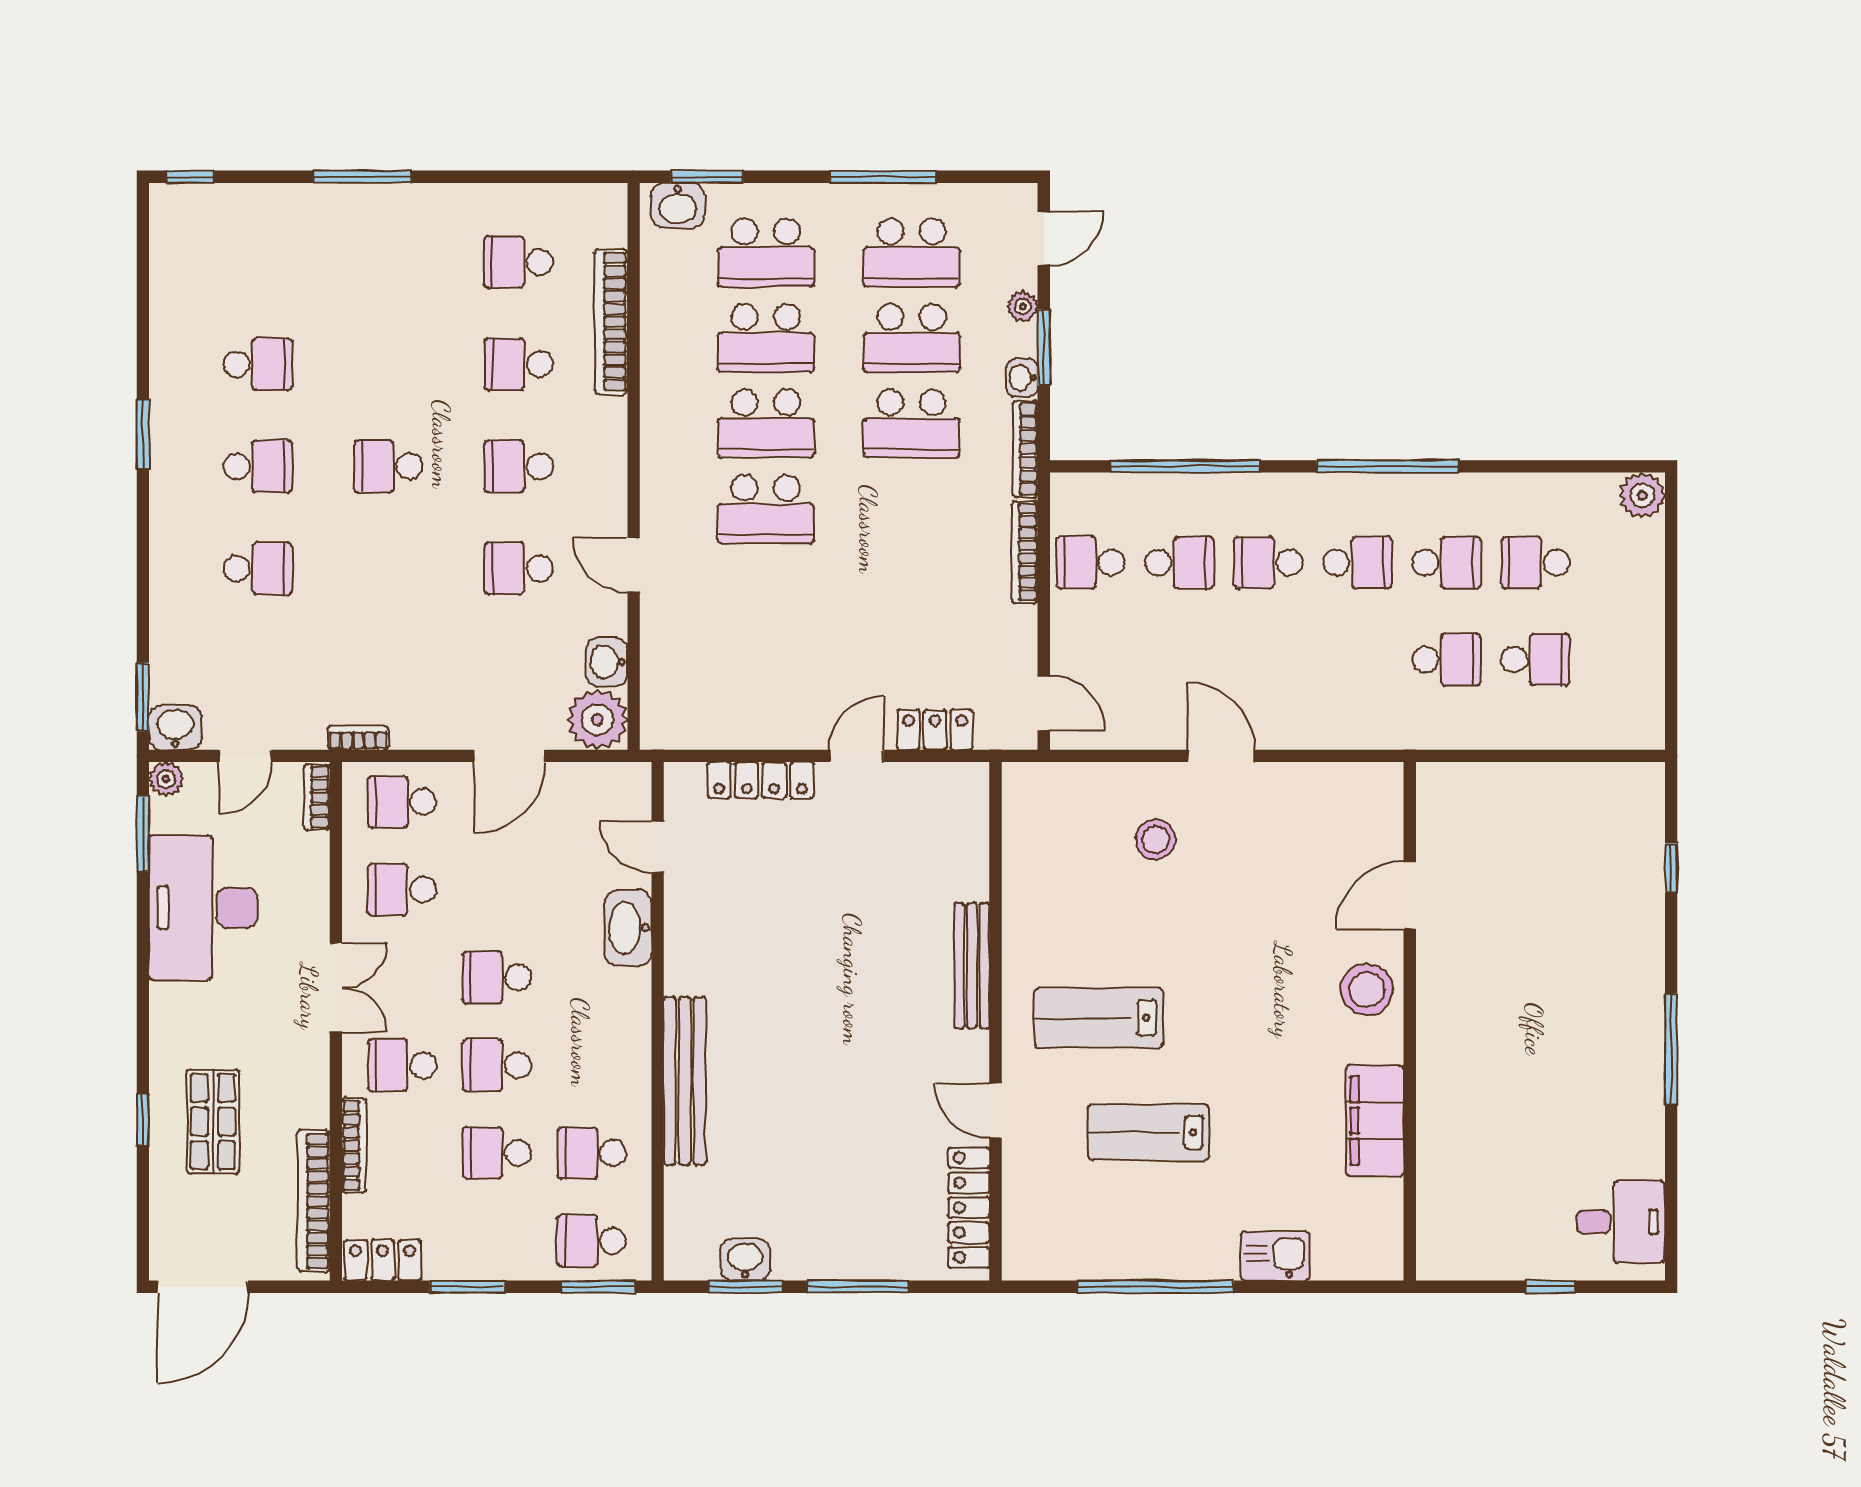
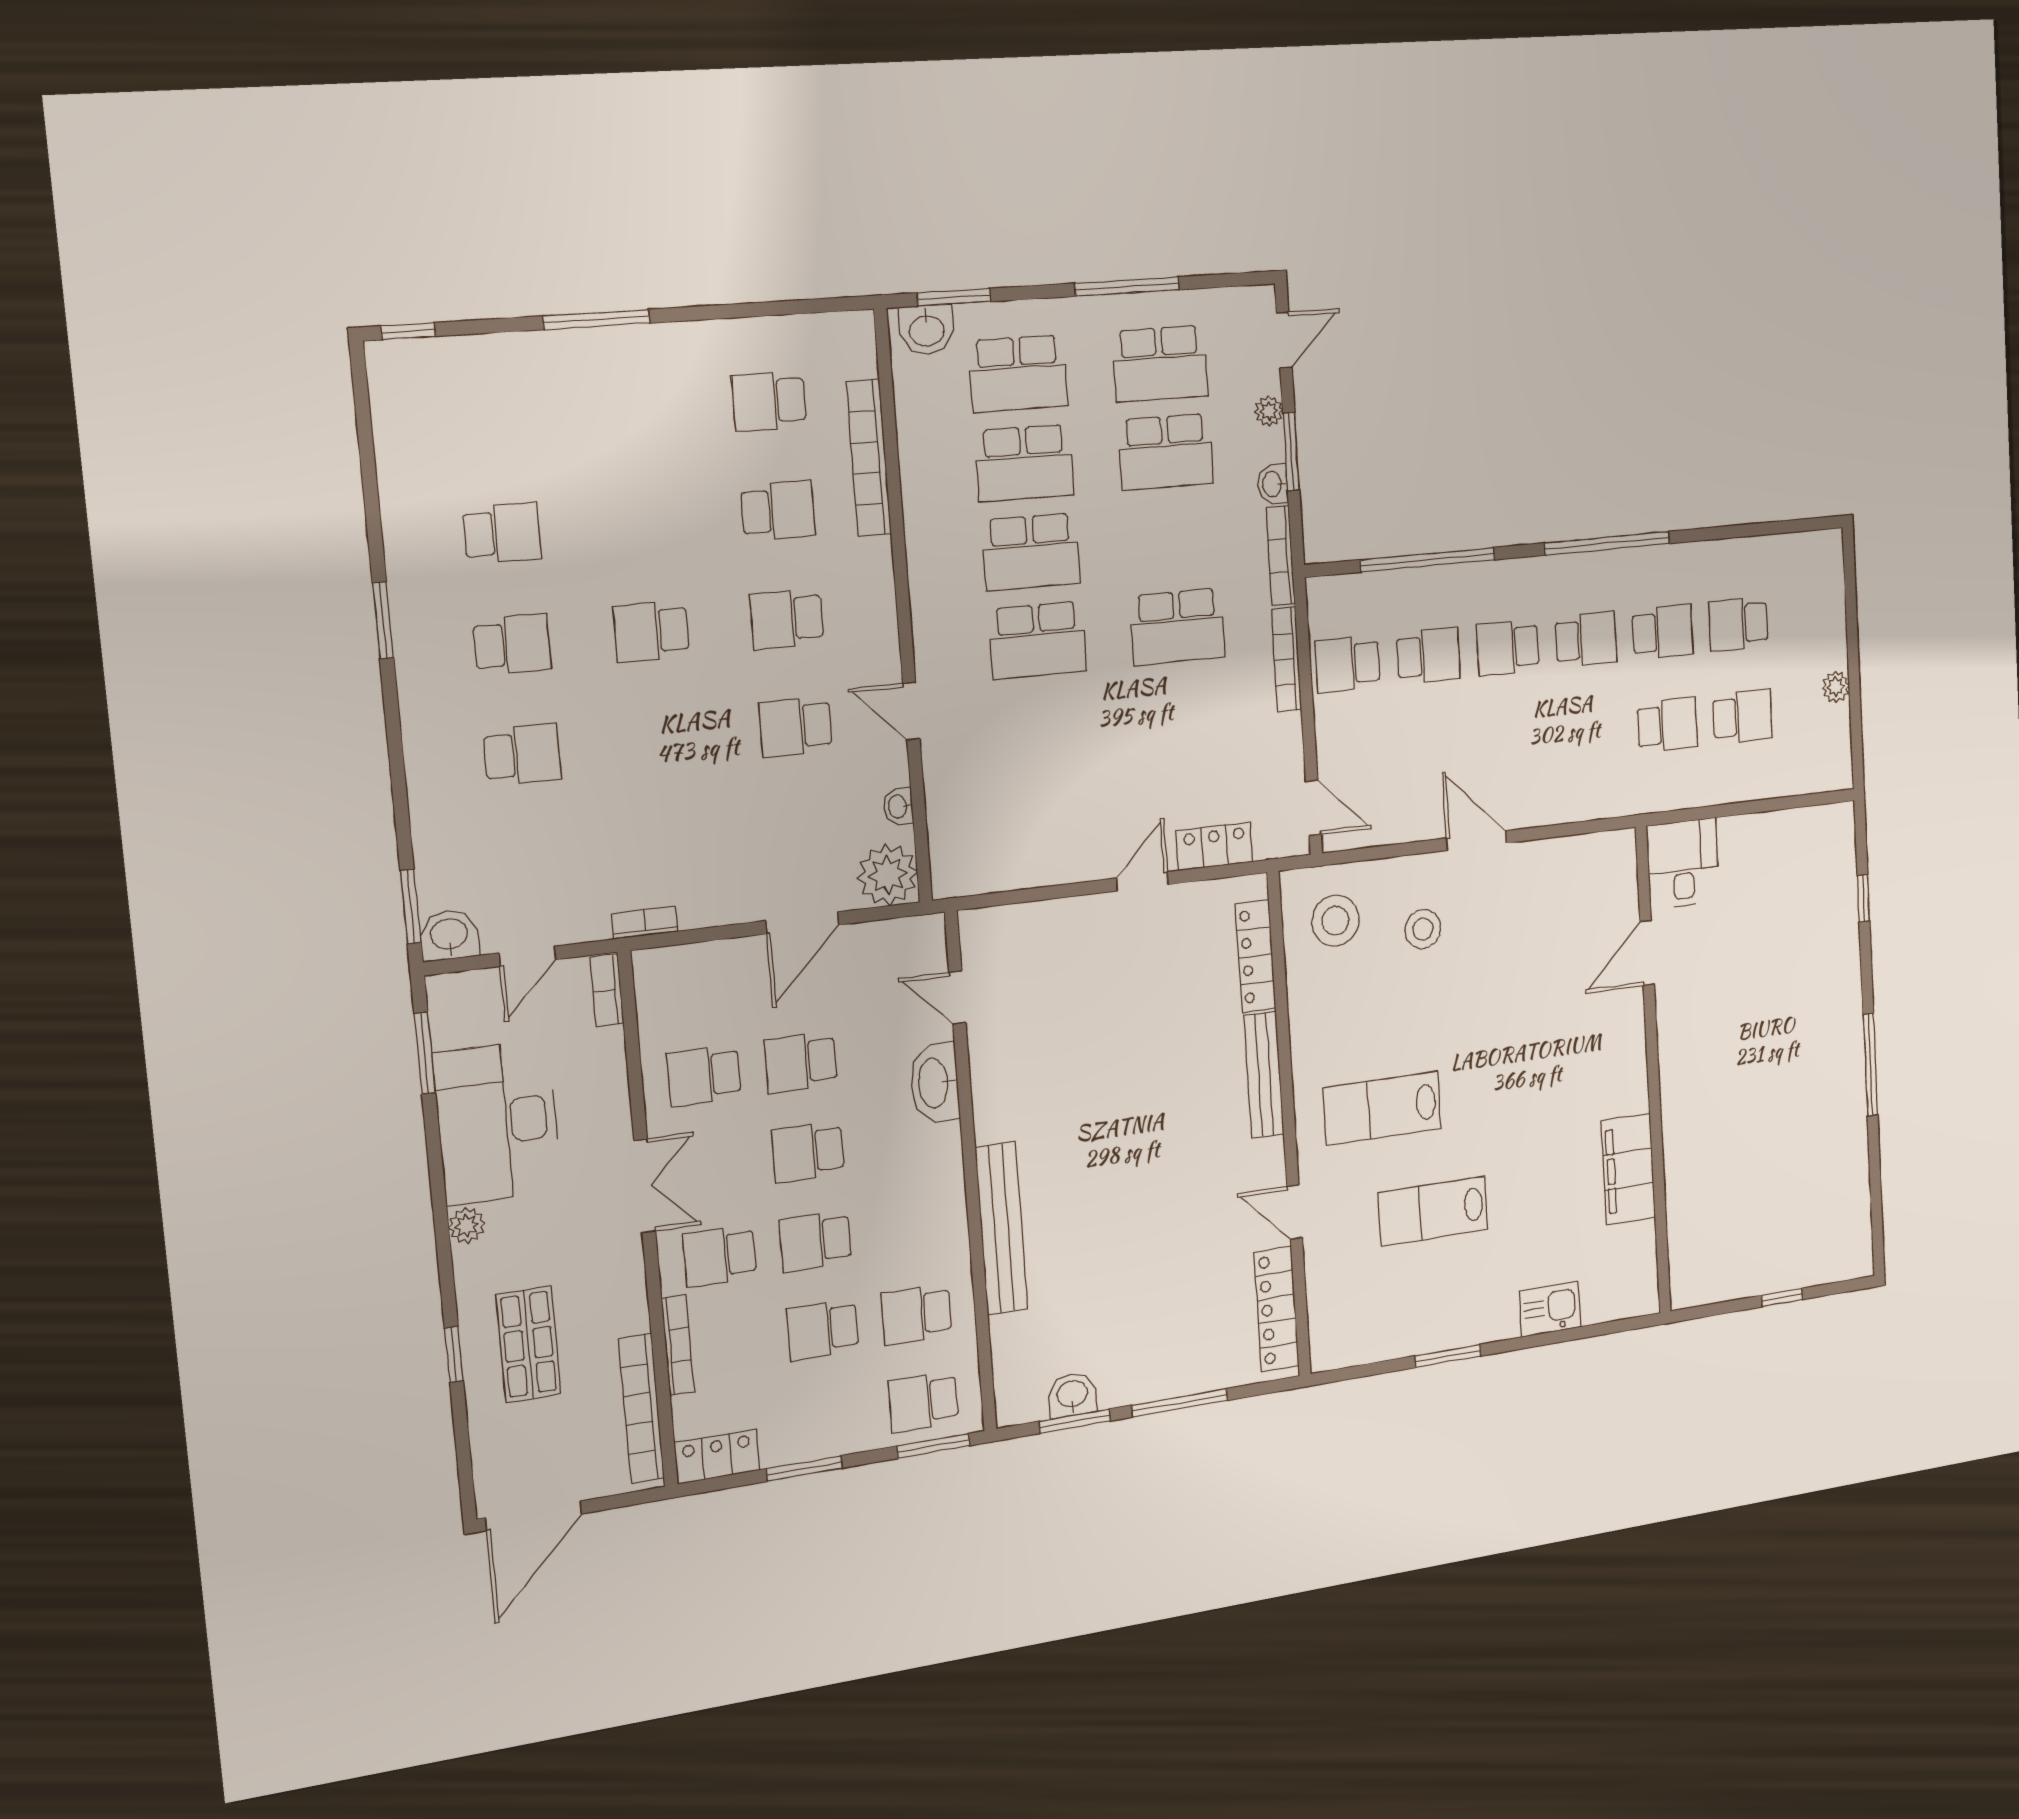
school desk: (519, 364) -> (778, 510), turned 180
school desk: (912, 424) -> (1178, 627), moved
plant: (1642, 495) -> (1836, 687), moved, width x0.73, depth x0.73
washbasin: (607, 662) -> (898, 807), width x0.72, depth x0.69
plant: (166, 779) -> (467, 1226), moved
locker: (760, 780) -> (1256, 956), moved, turned 90
school desk: (402, 802) -> (801, 1062), moved
stool: (1367, 990) -> (1335, 921), moved
desk: (1621, 1222) -> (1683, 863), moved, turned -90
window: (1156, 1287) -> (1448, 1356), width x0.47

